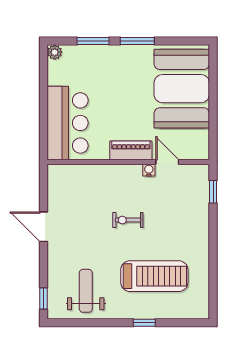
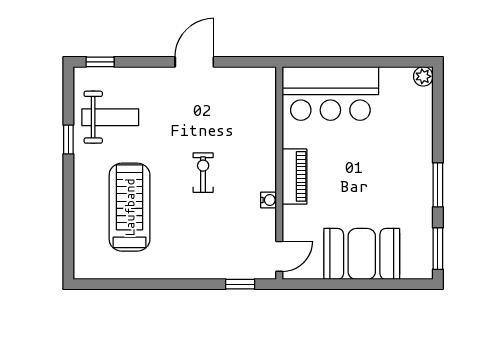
window: (93, 41) -> (438, 249), moved
booth: (182, 89) -> (362, 254), width x0.73, depth x0.70
door: (167, 162) -> (279, 256), moved
treadmill: (154, 276) -> (130, 207), turned 180
window: (144, 323) -> (68, 139), moved

